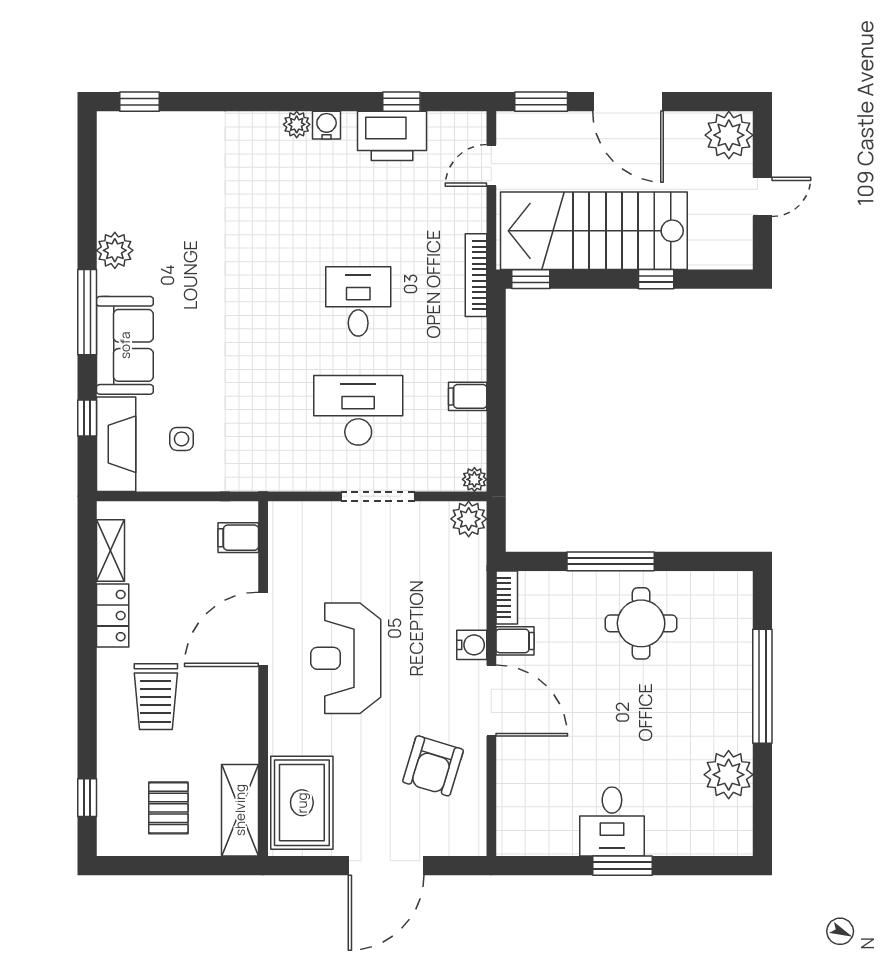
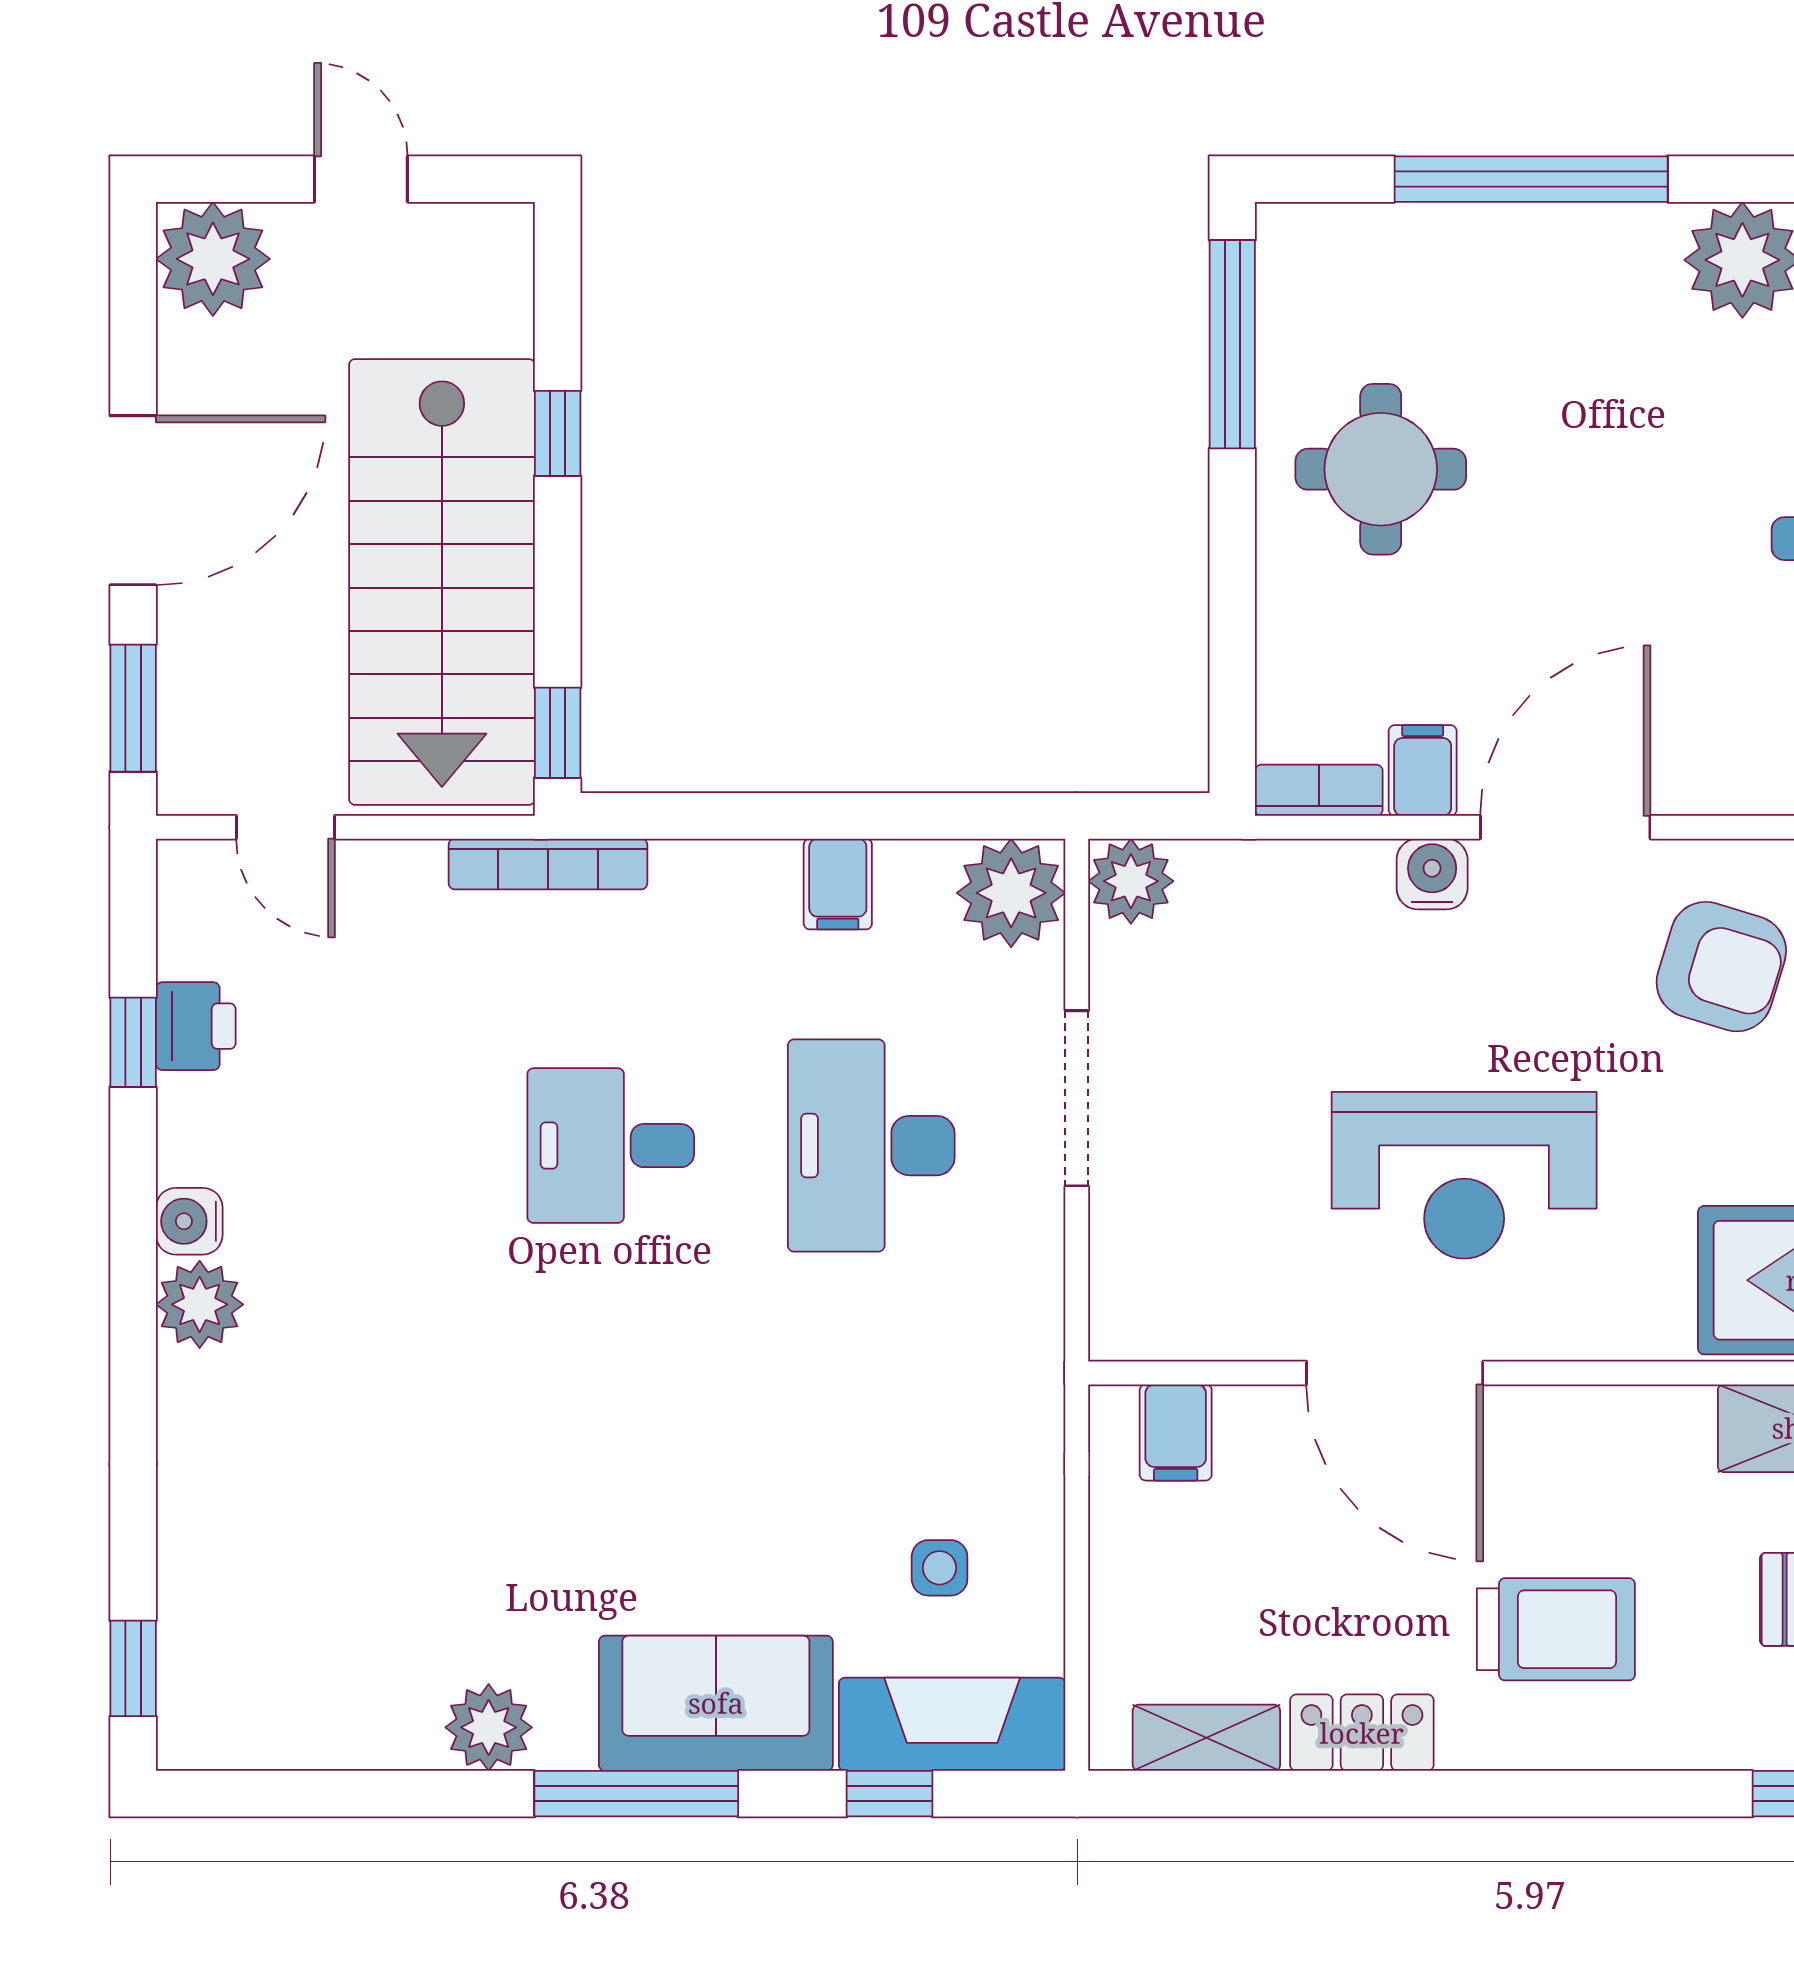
plant: (297, 124) -> (200, 1304), width x1.38, depth x1.38
printer: (392, 136) -> (196, 1026), width x0.53, depth x0.68
plant: (474, 479) -> (1011, 893), width x1.88, depth x1.88
window: (611, 561) -> (1232, 344), moved

